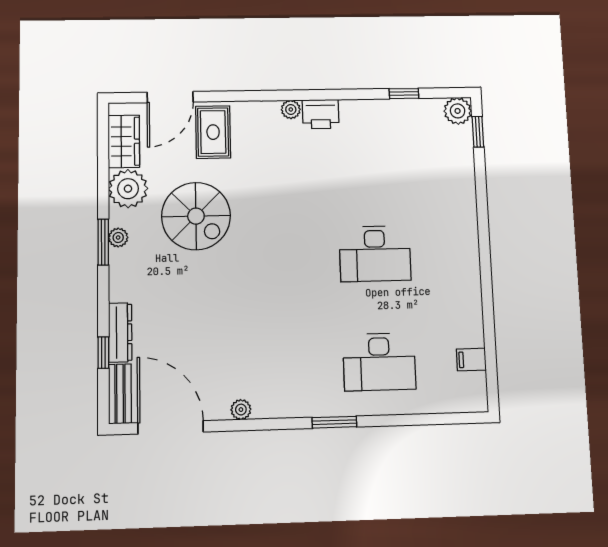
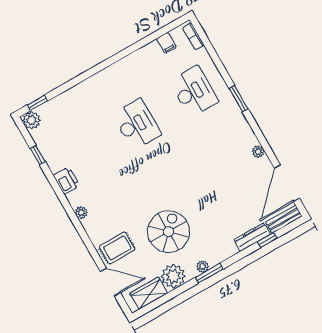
printer: (321, 114) -> (66, 180), moved
bookcase: (461, 404) -> (193, 36), added

